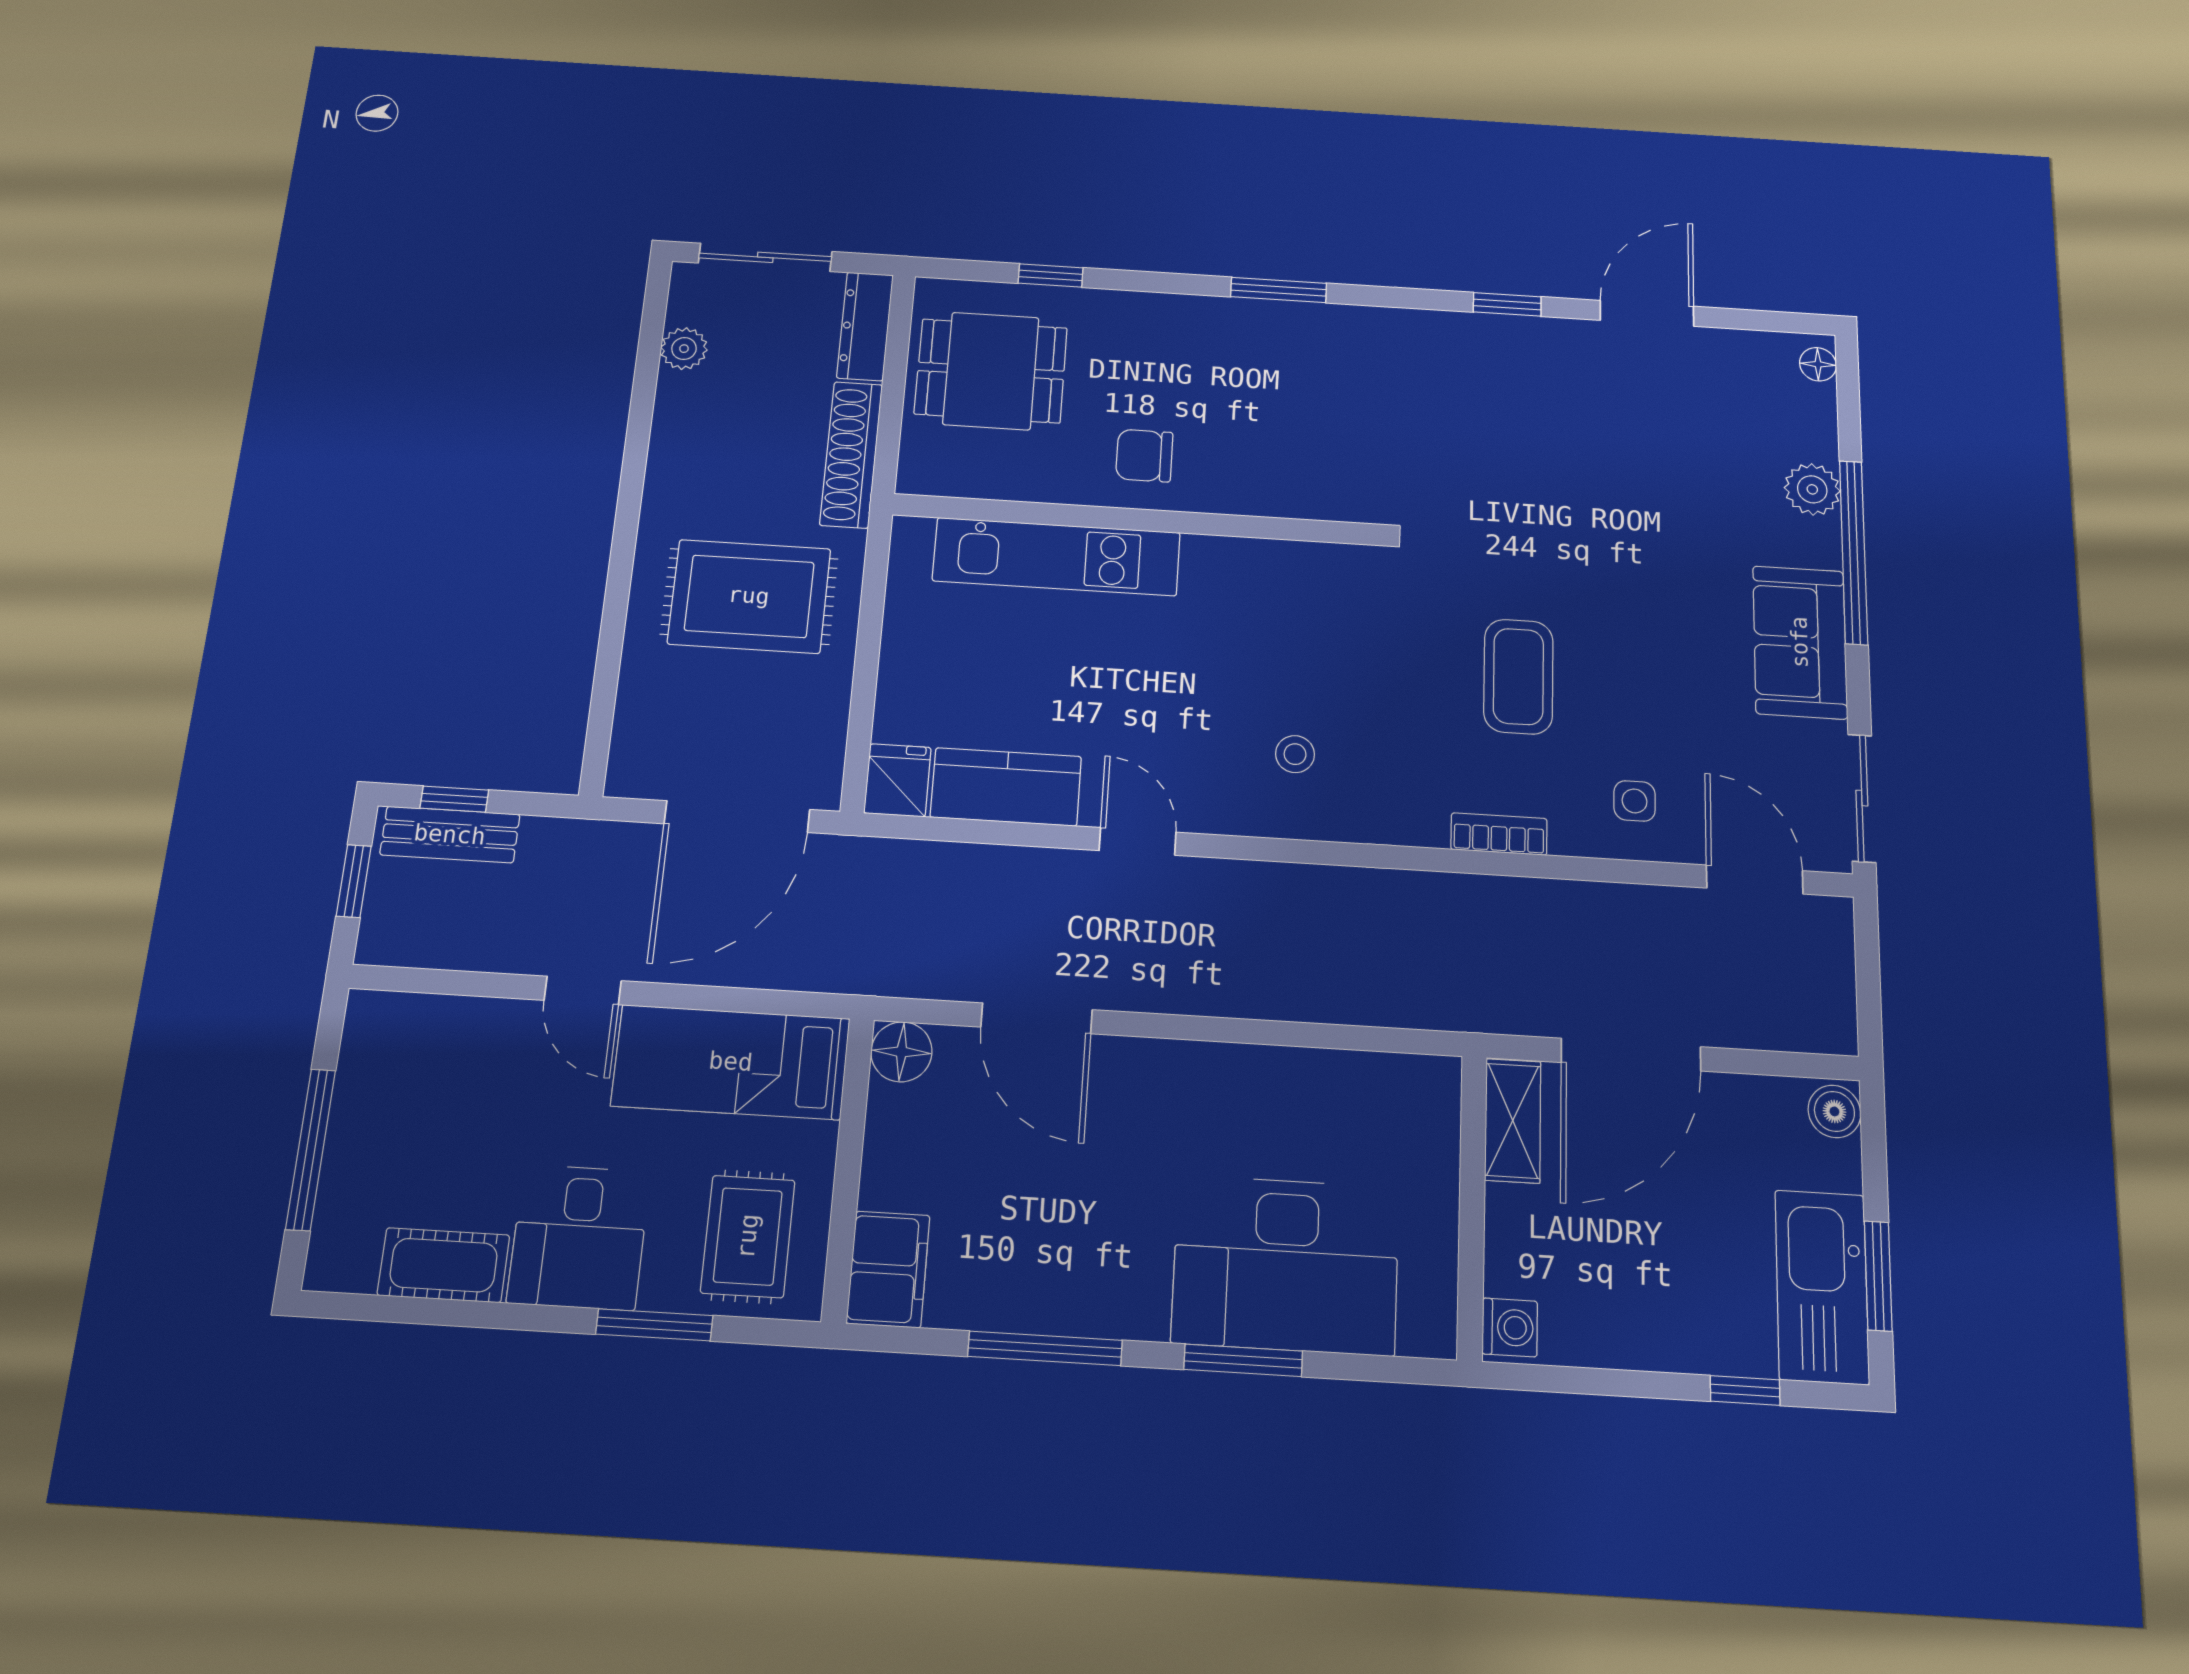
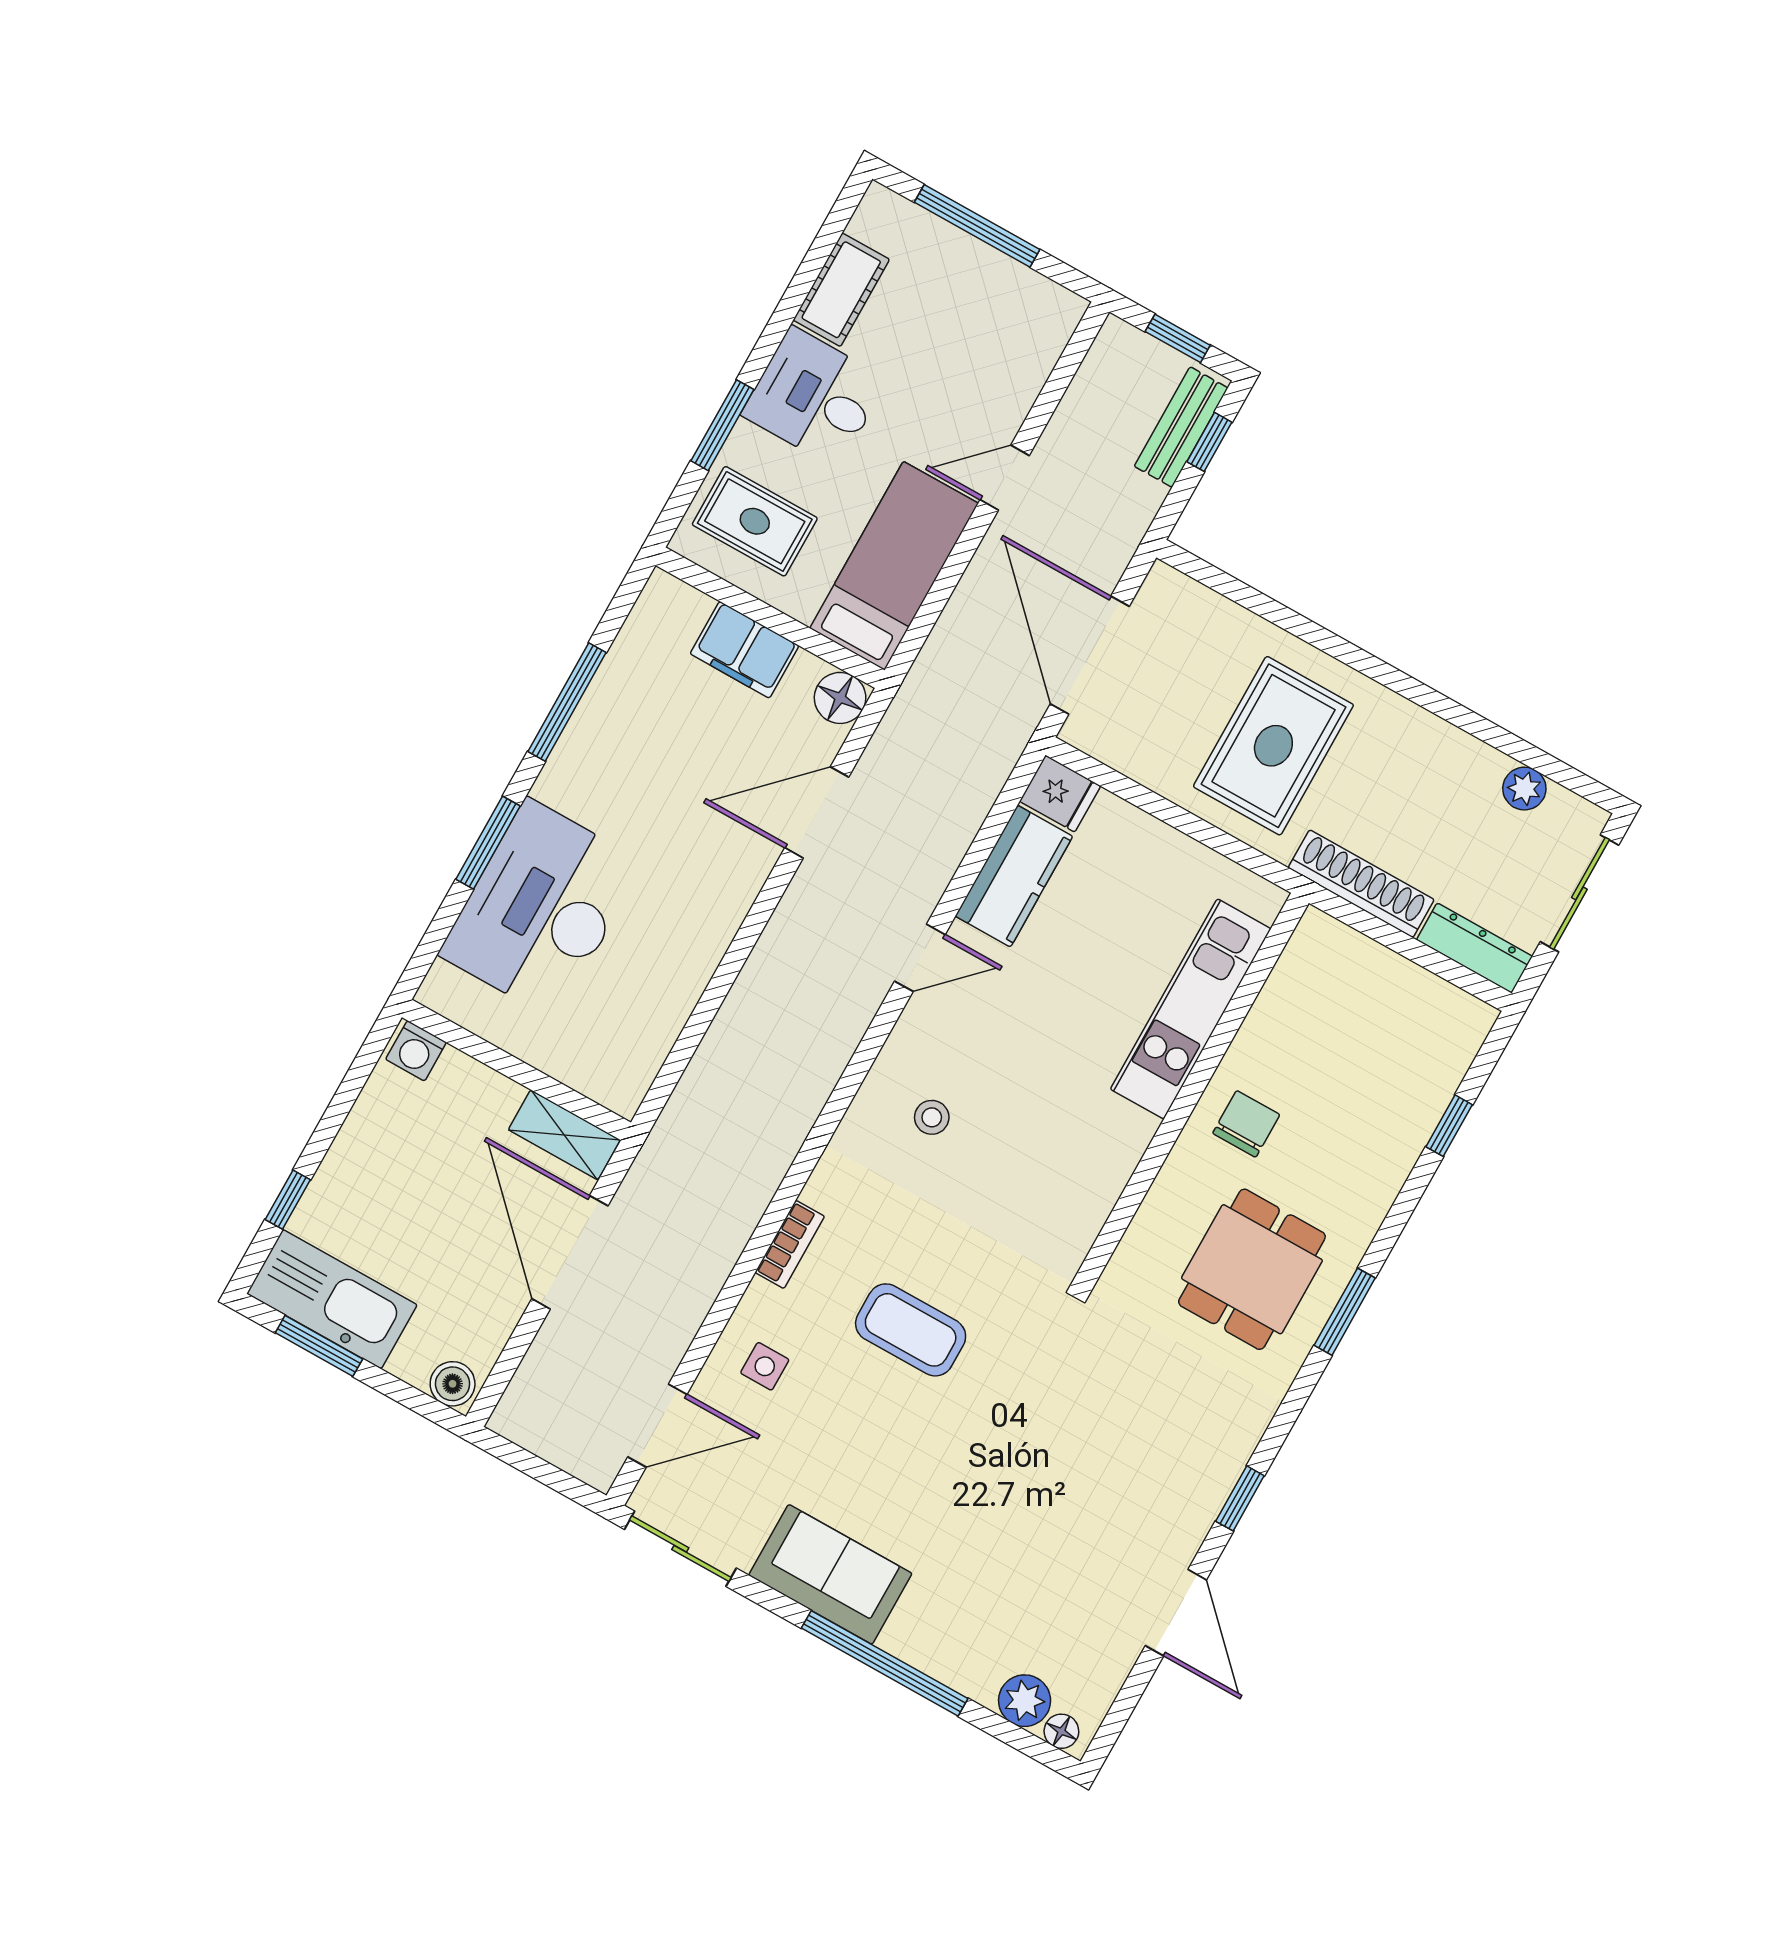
dining table: (991, 371) -> (1252, 1269), moved
plant: (1812, 489) -> (1025, 1701), moved
filing cabinet: (888, 1269) -> (745, 650), moved

